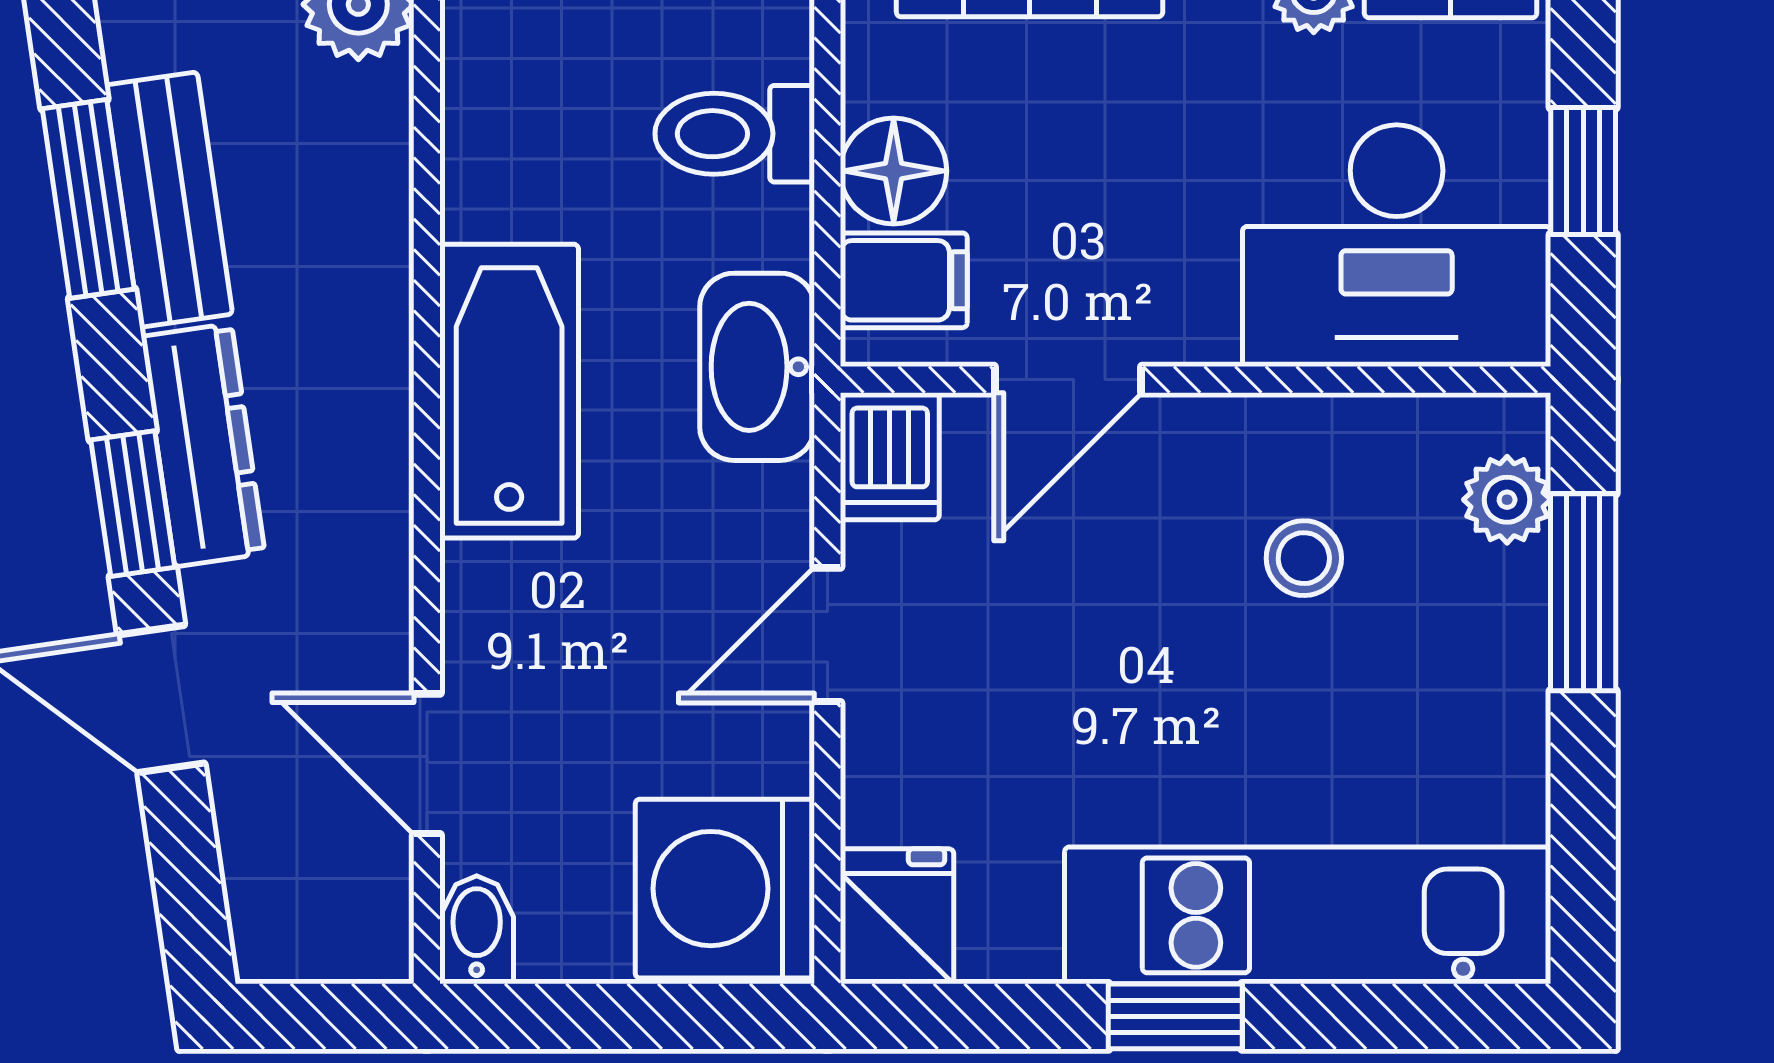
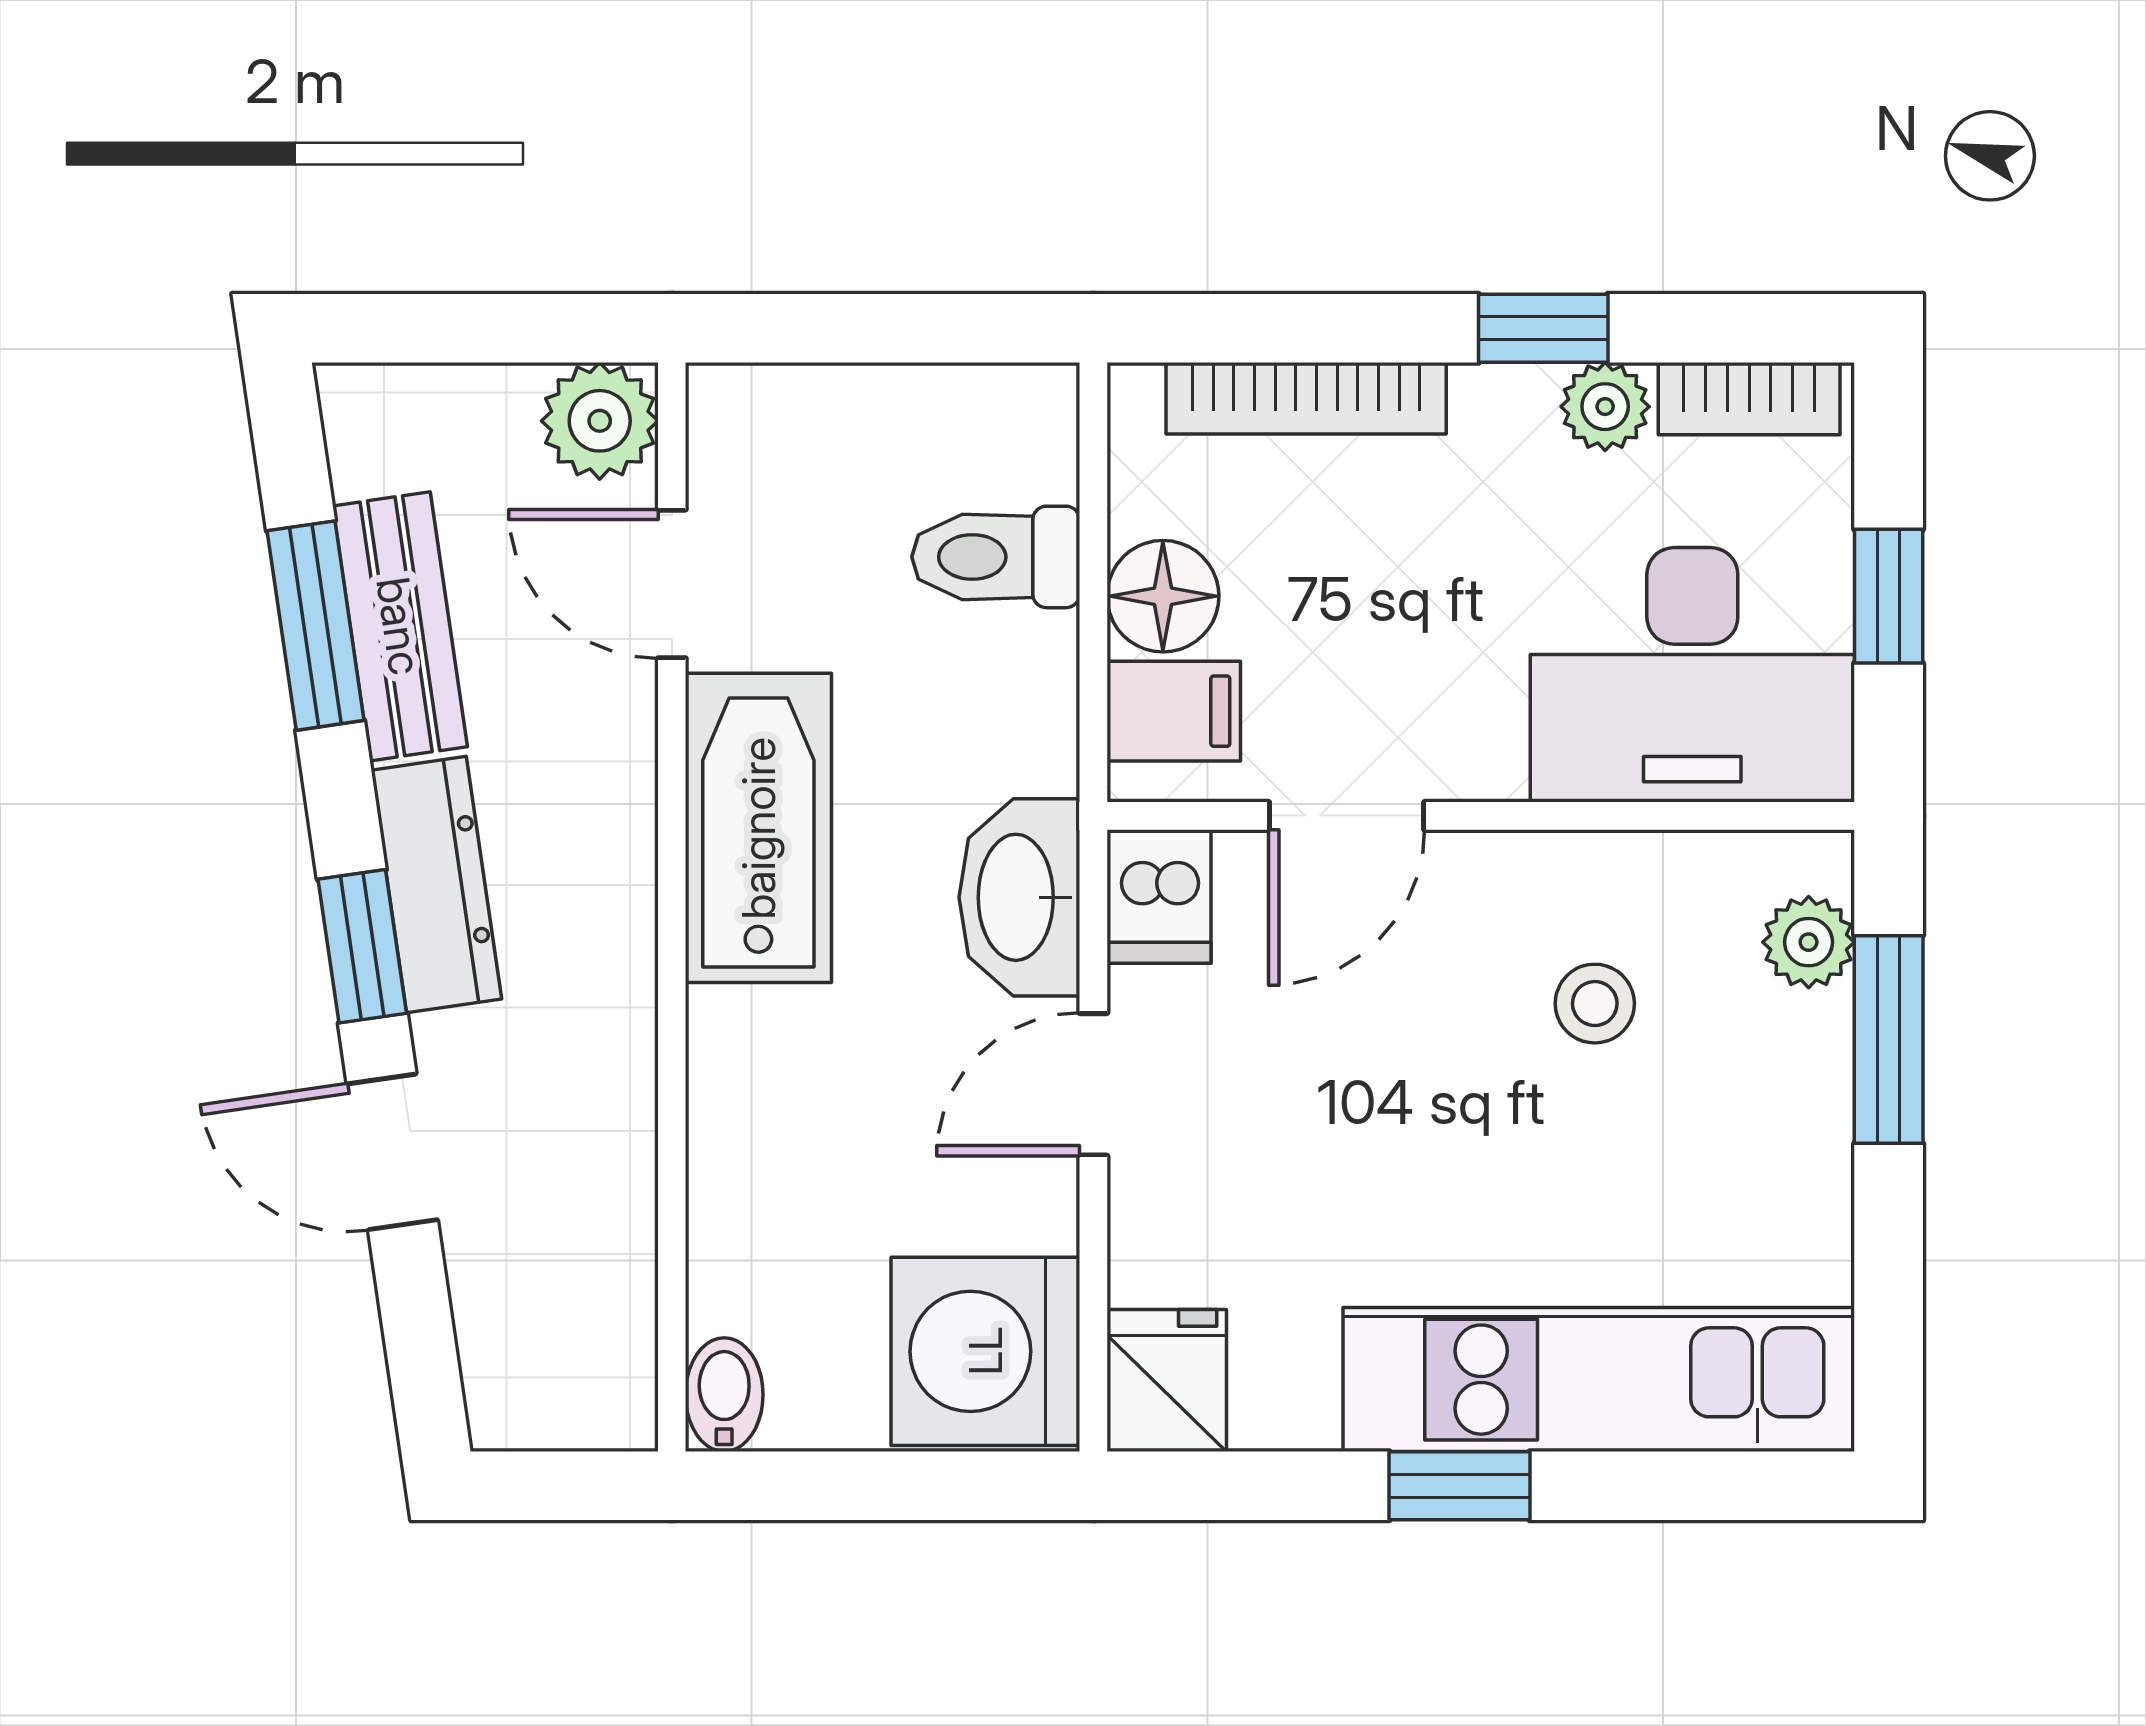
washbasin: (757, 367) -> (1019, 897), moved
door: (427, 764) -> (672, 584), moved

